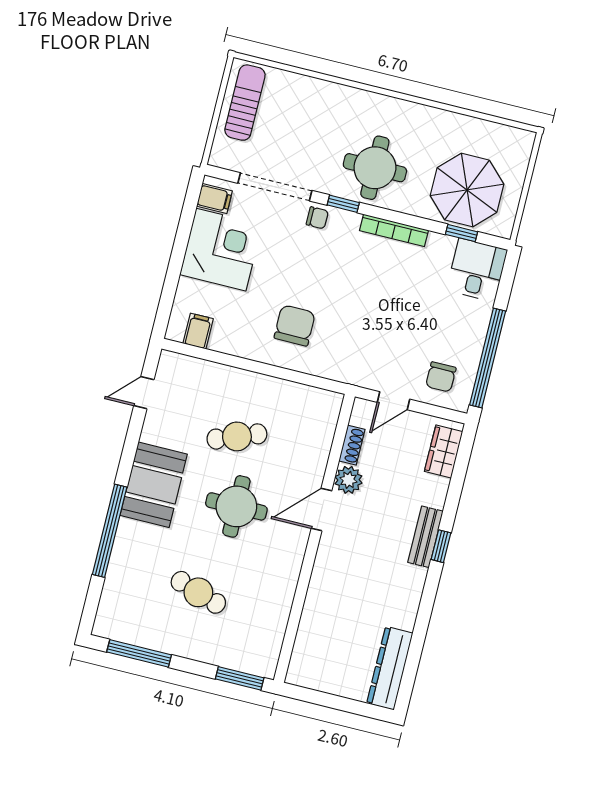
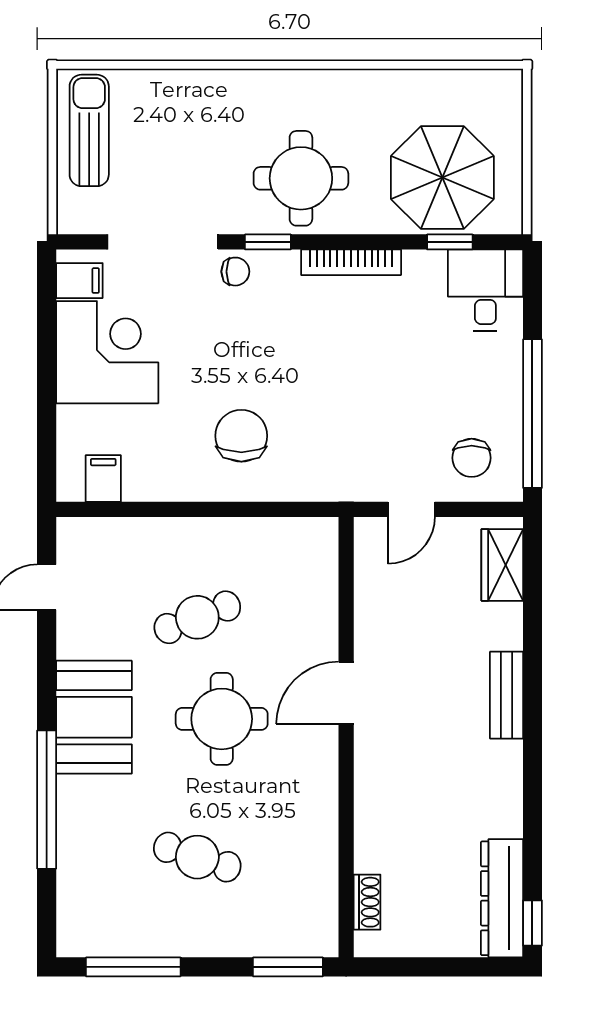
shoe rack: (352, 445) -> (367, 902), moved
plant: (348, 480) -> (375, 640), removed
window: (441, 546) -> (532, 923), moved

